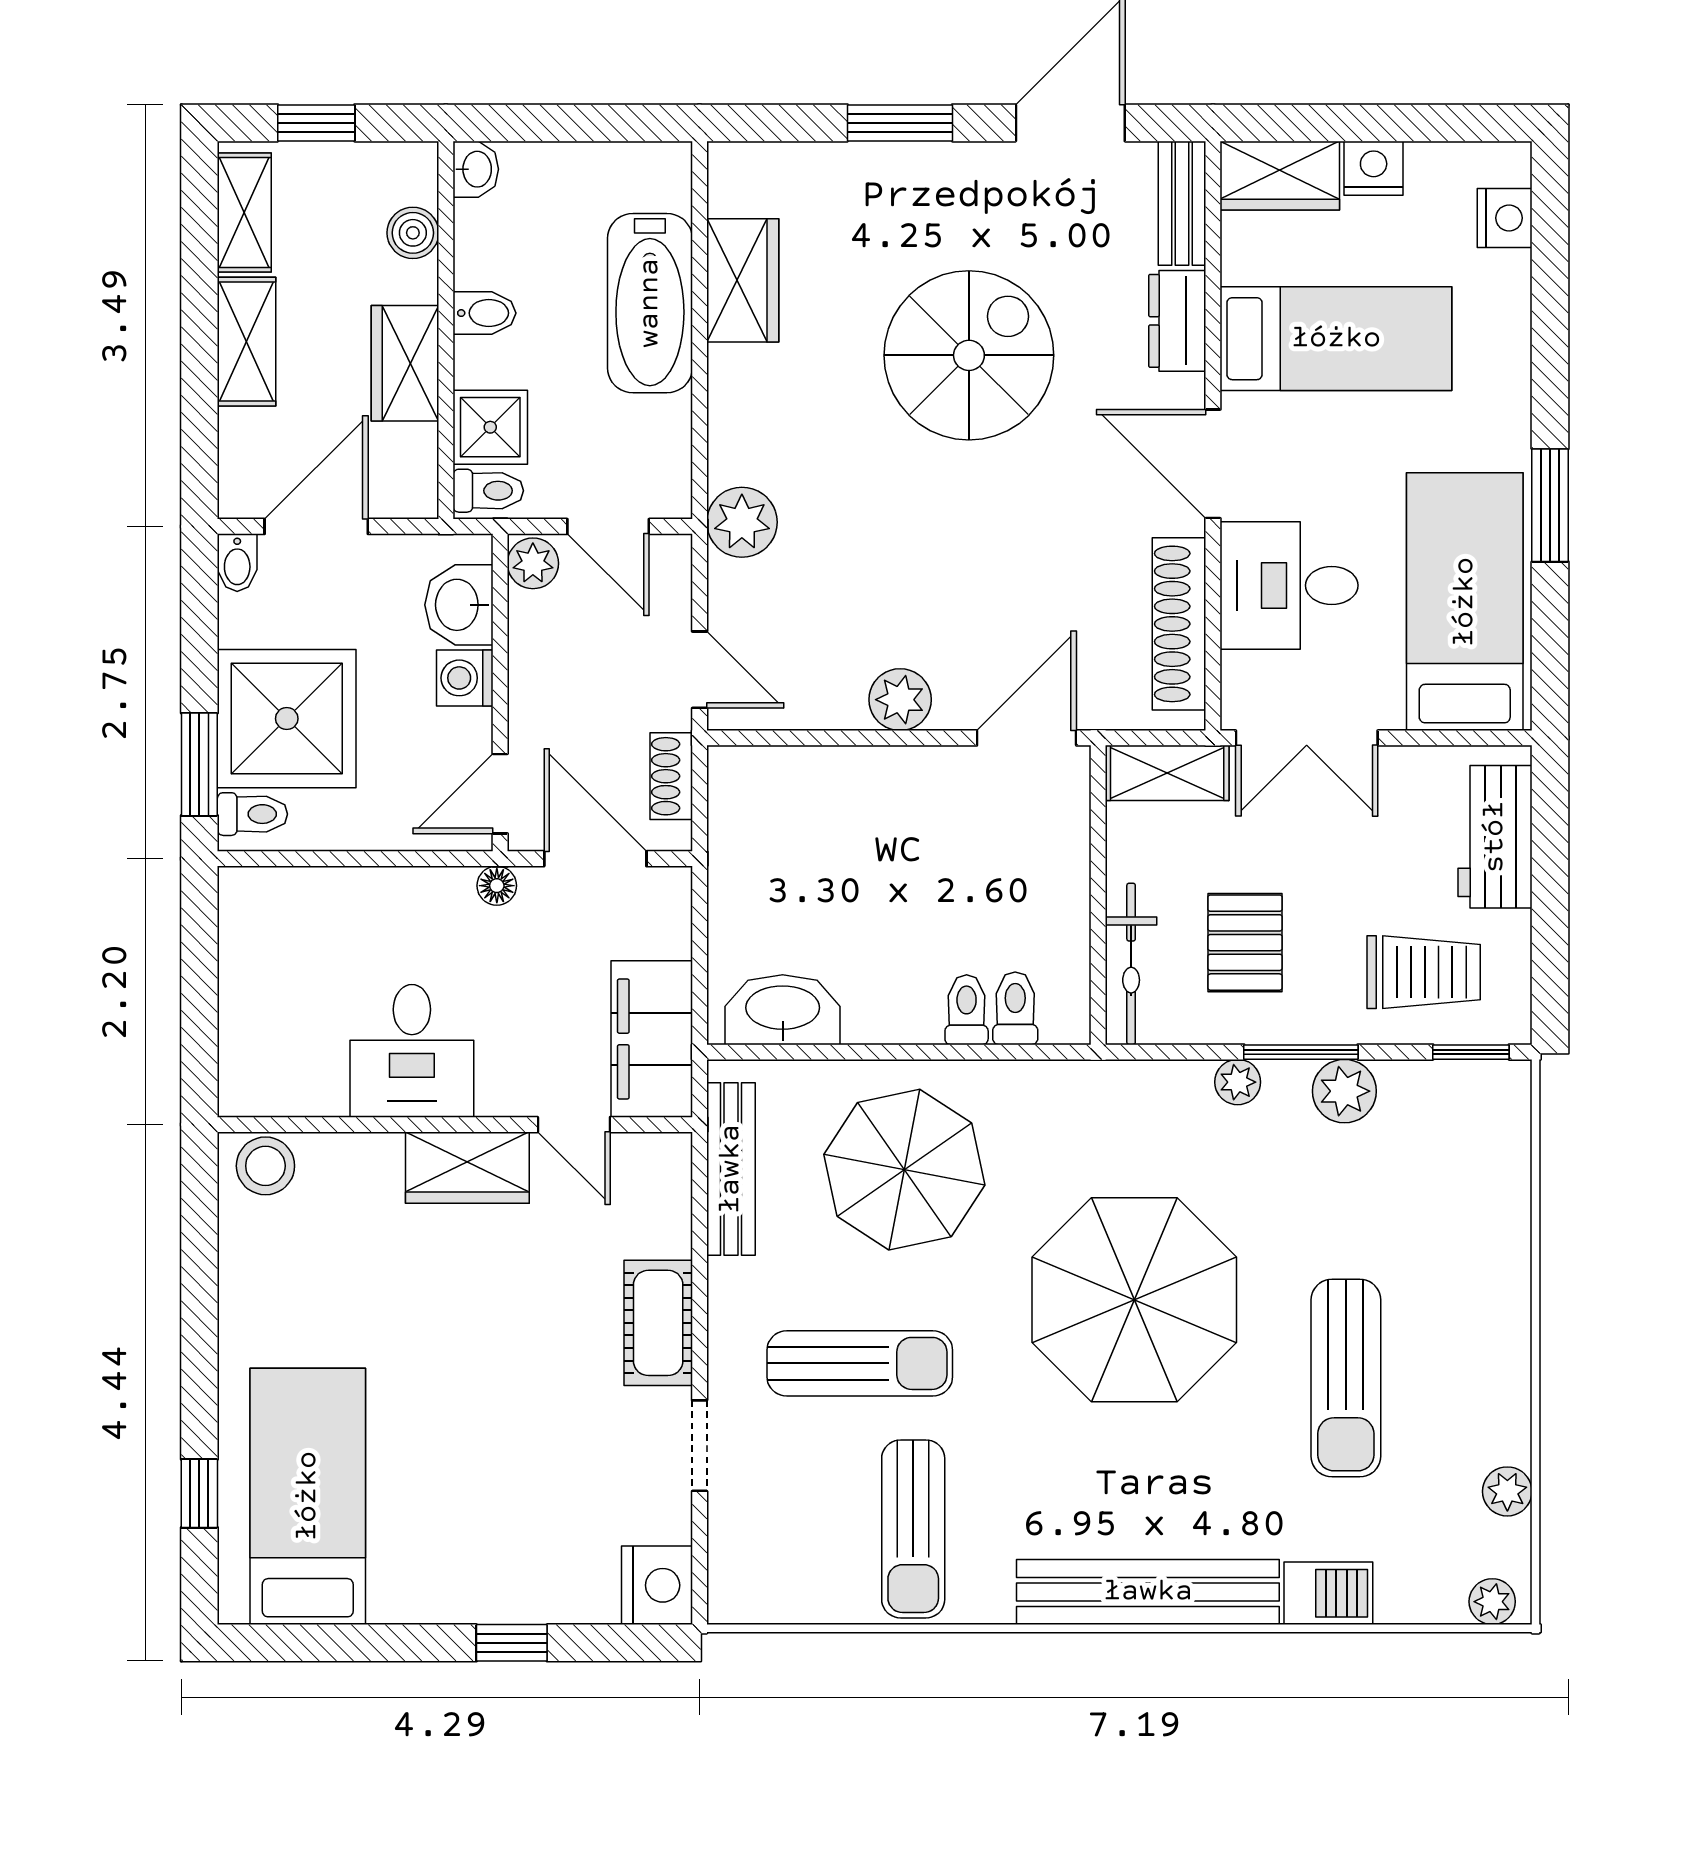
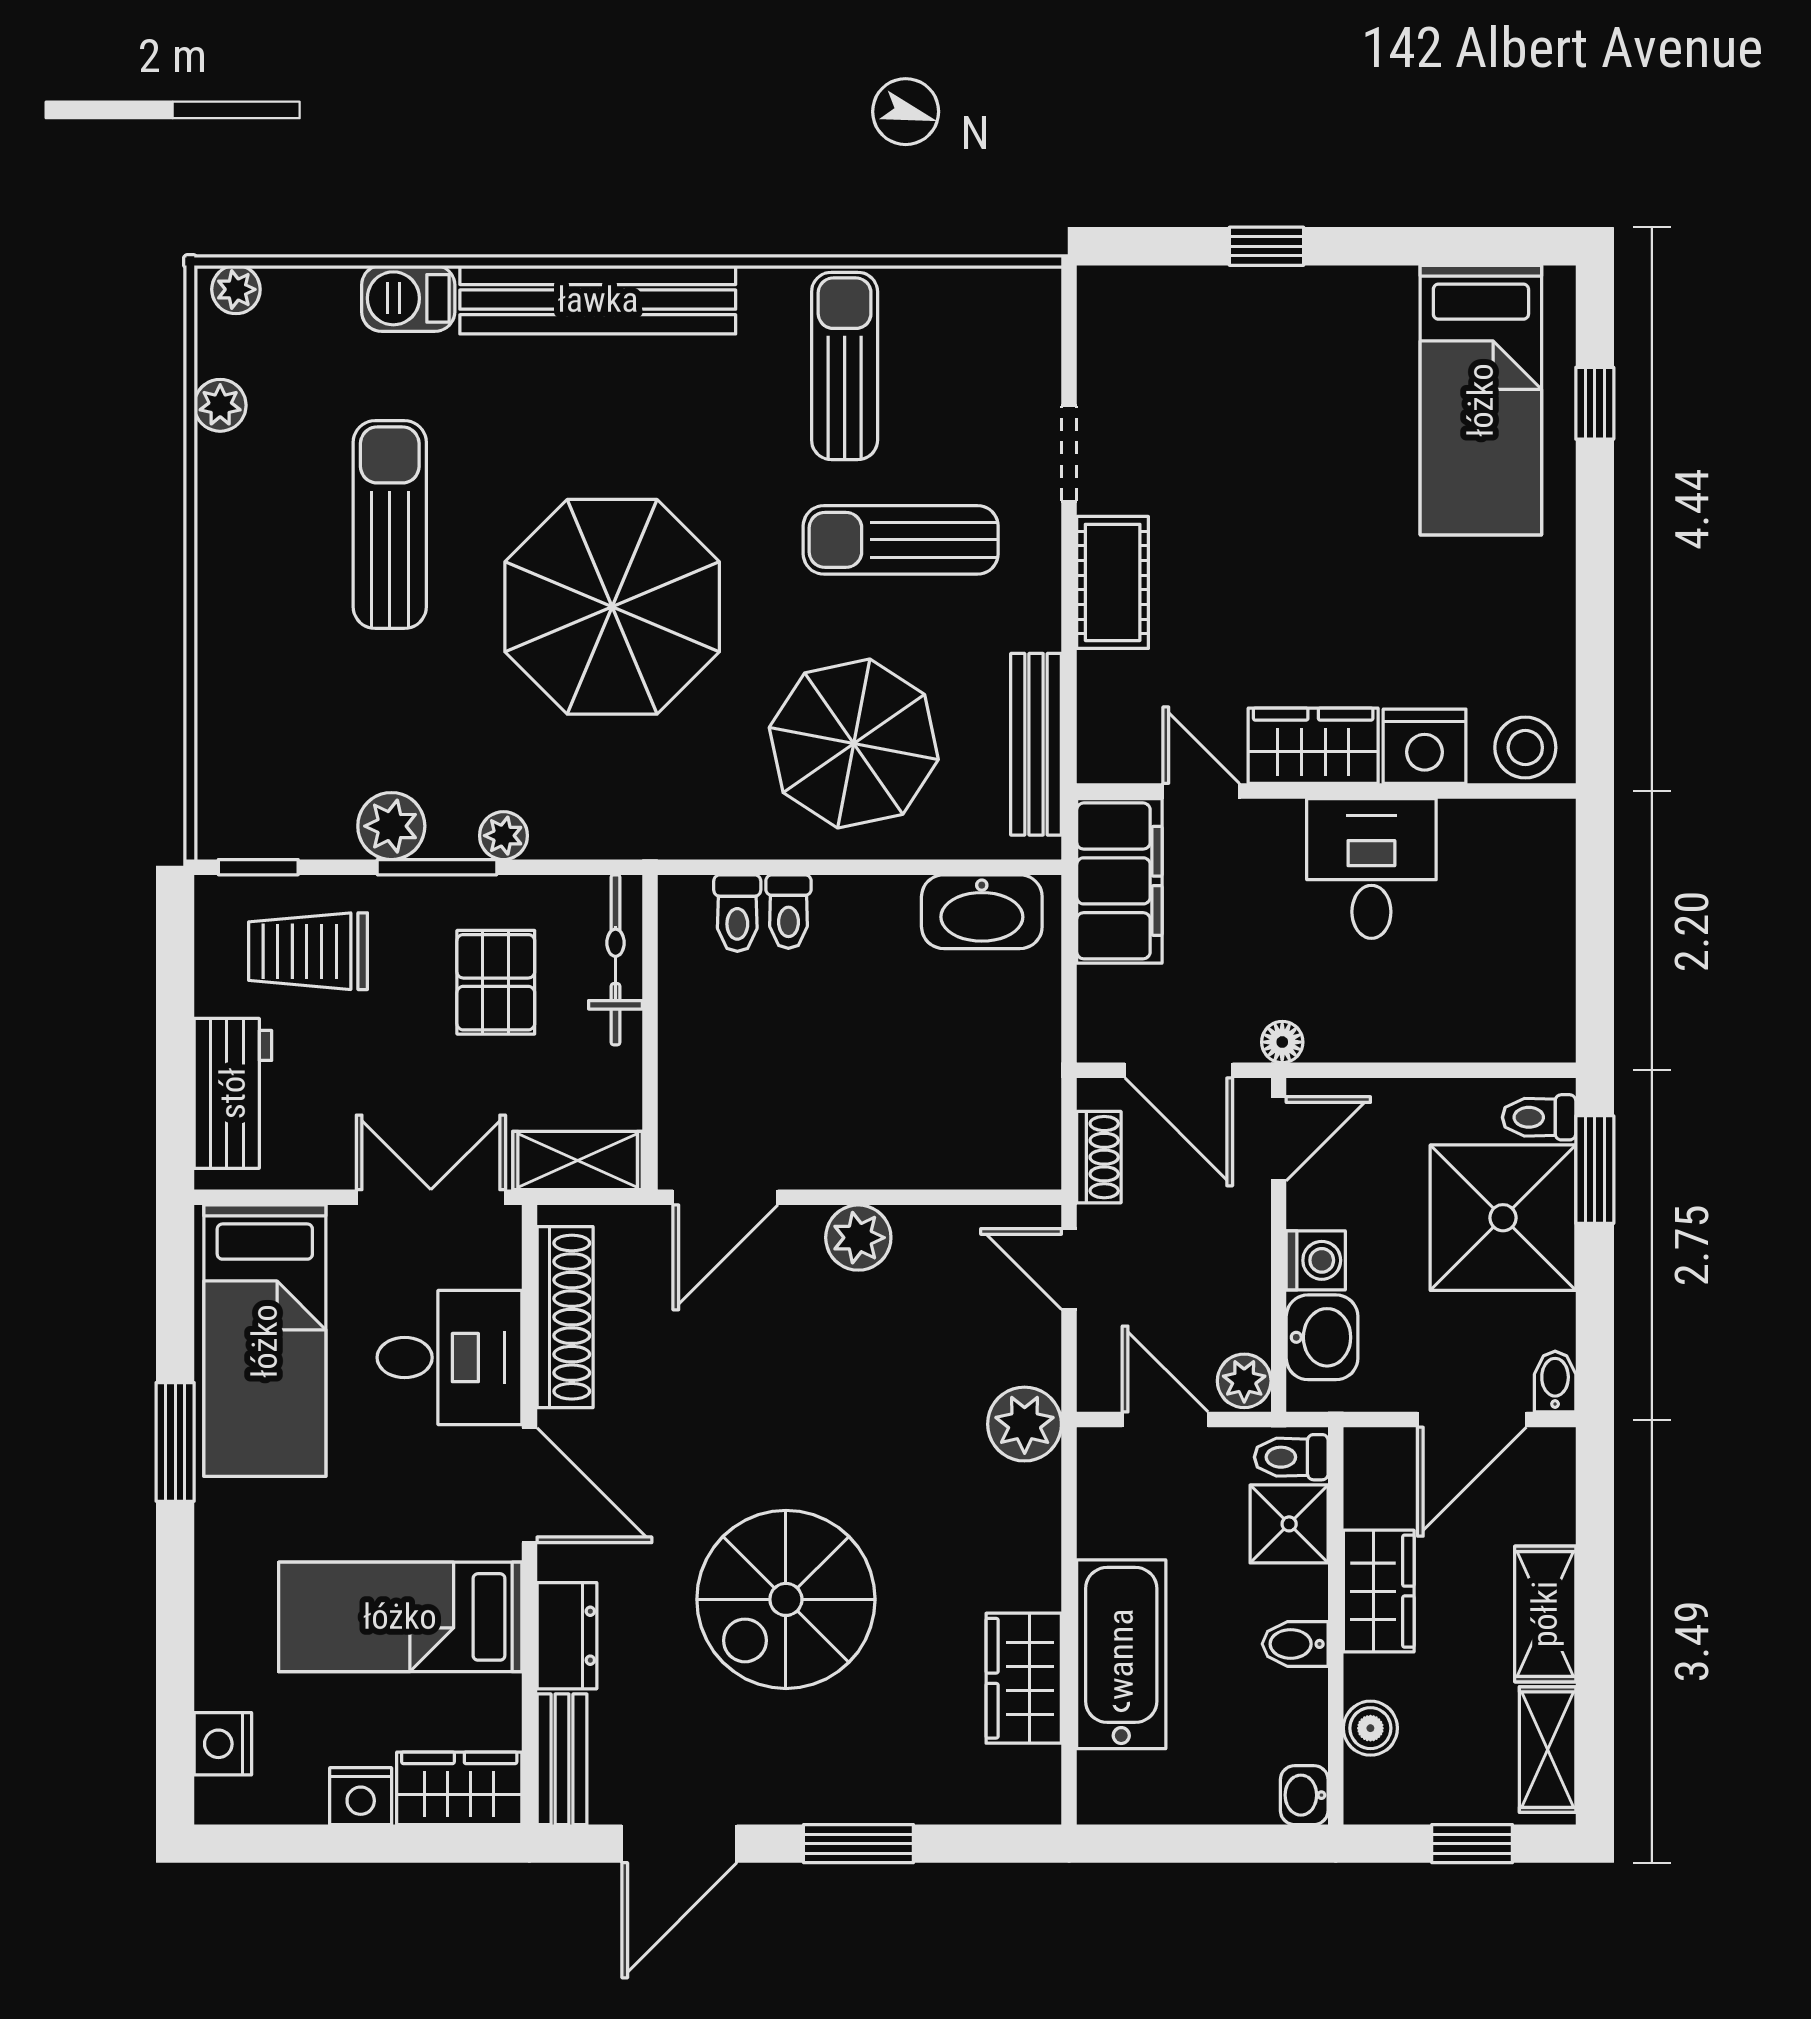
nightstand: (657, 1585) -> (1425, 746), moved, turned -90

